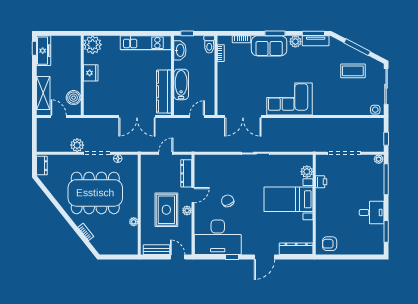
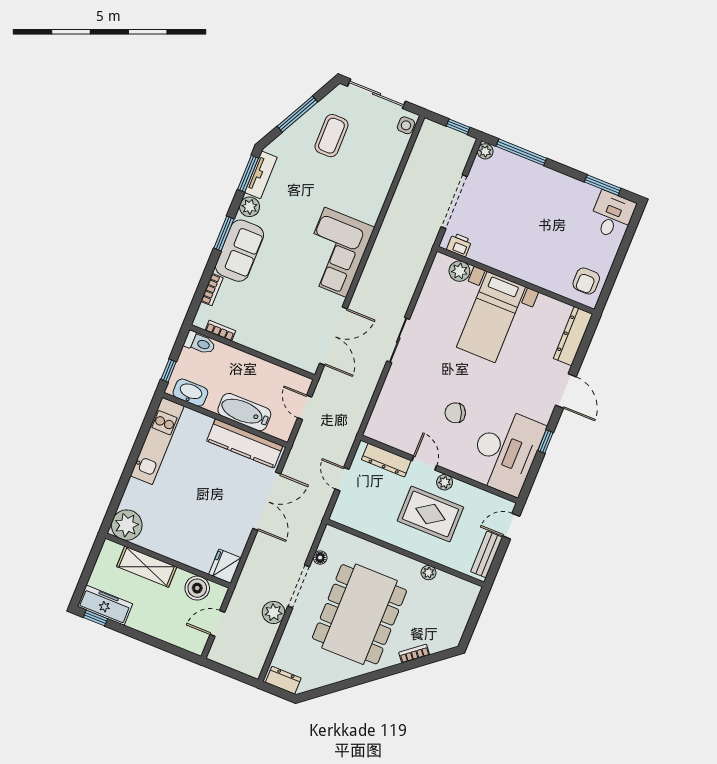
fridge: (91, 73) -> (225, 566), moved, turned -90
shelving: (43, 93) -> (147, 567), moved
printer: (321, 182) -> (459, 245), moved
desk: (372, 212) -> (612, 215), moved

